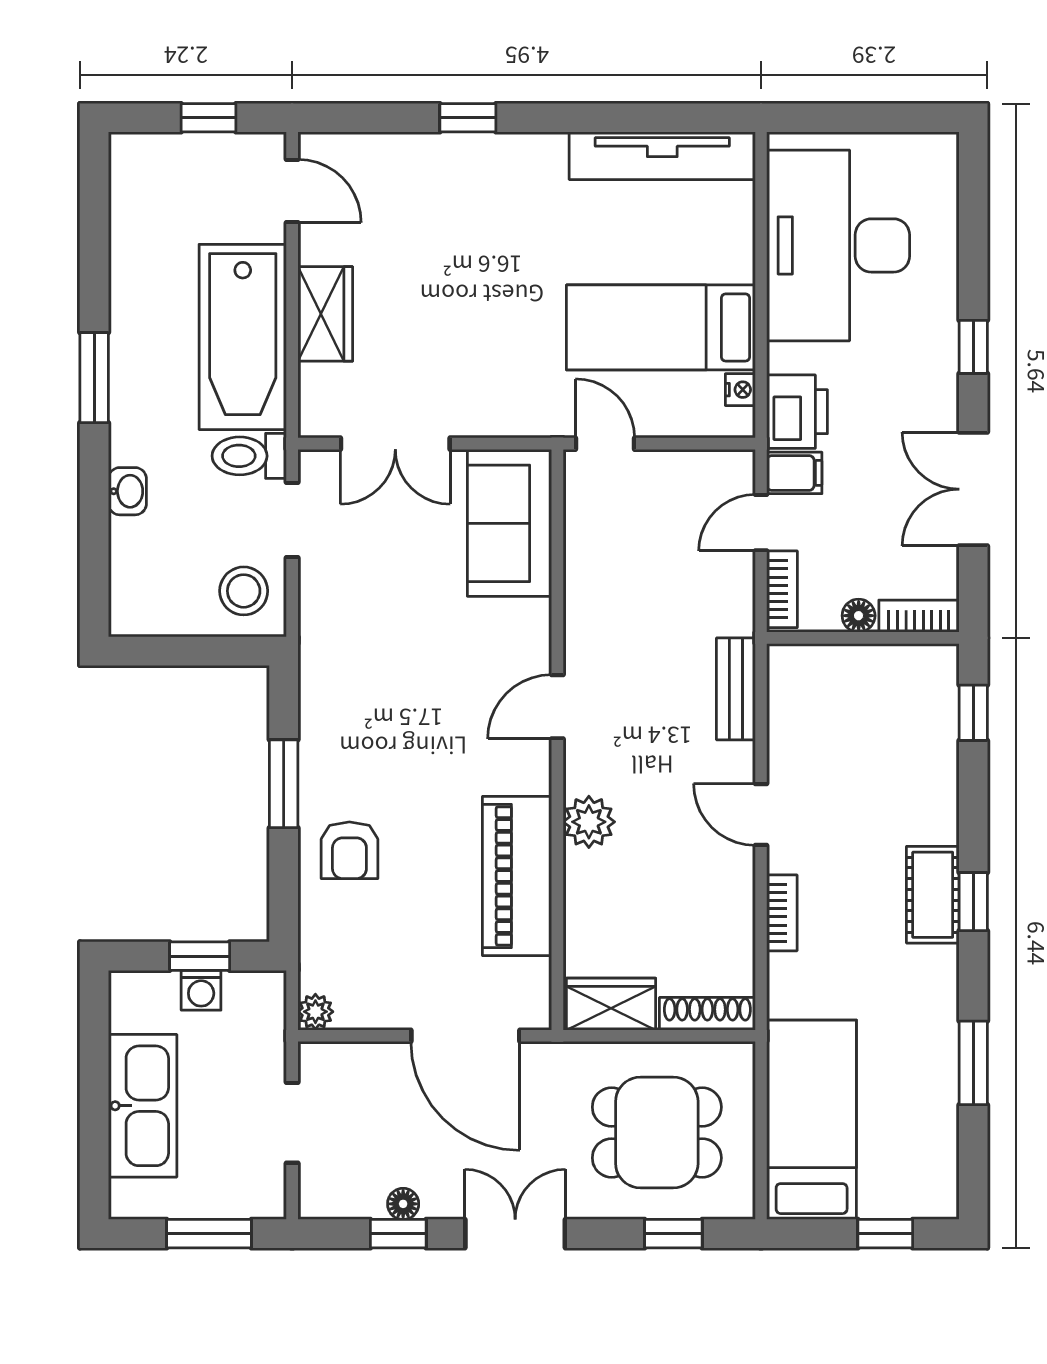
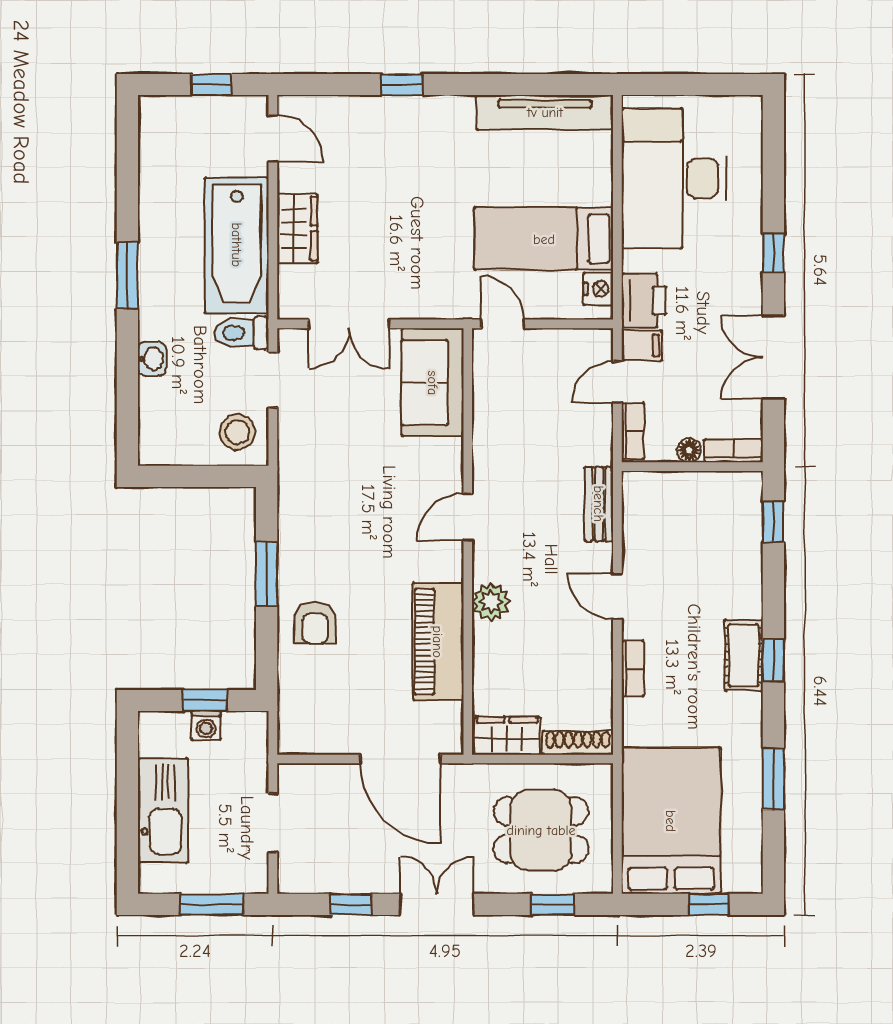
nightstand: (740, 390) -> (598, 289), width x1.39, depth x1.35
plant: (315, 1012) -> (290, 741), removed
bed: (812, 1120) -> (671, 821), width x1.50
floor lamp: (403, 1204) -> (354, 883), removed

